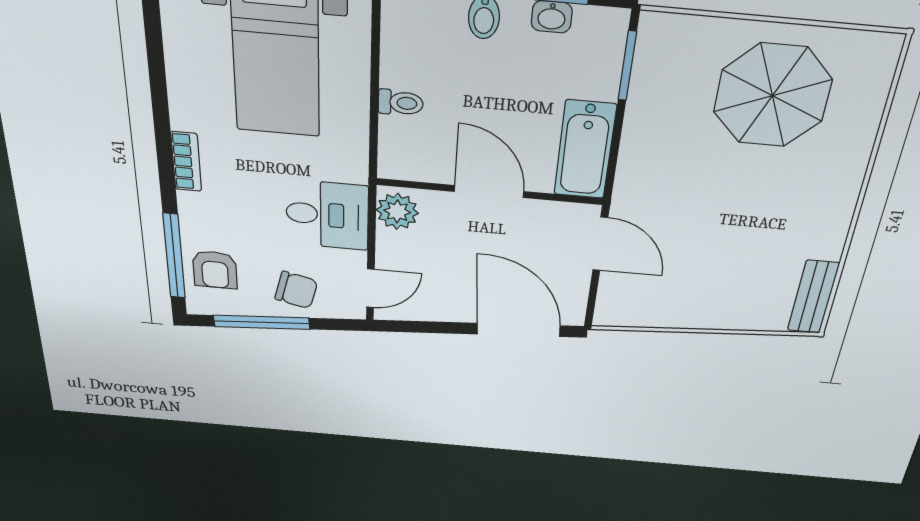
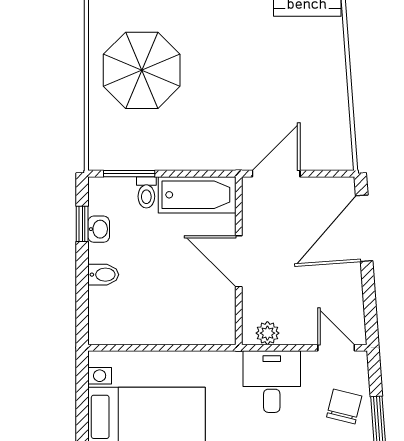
toilet: (401, 103) -> (146, 192), moved, turned 180
door: (489, 191) -> (239, 261), hinge flipped
plant: (397, 211) -> (267, 333), width x0.73, depth x0.73

